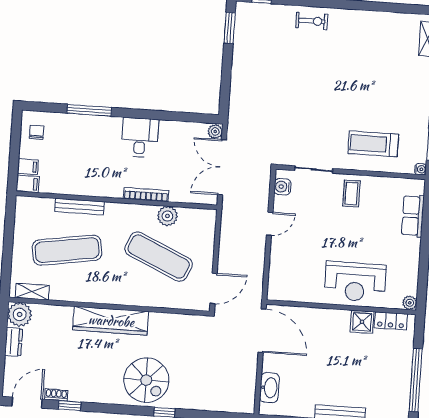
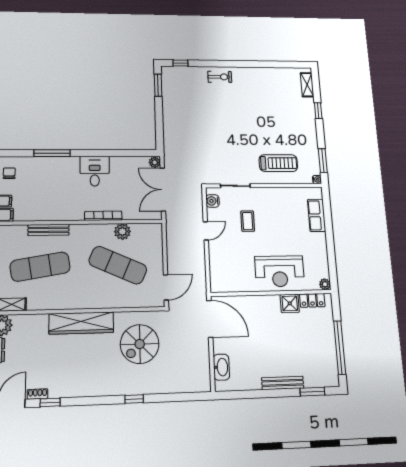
treadmill: (373, 144) -> (278, 163), turned 180
coffee table: (351, 193) -> (248, 221), moved
spiral stairs: (146, 380) -> (140, 344), moved, turned 90

